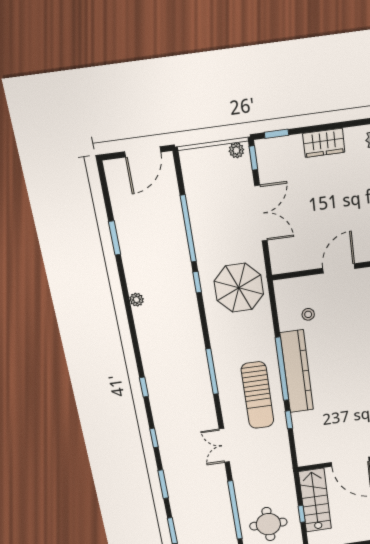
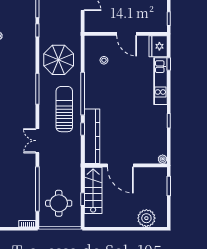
door: (339, 268) -> (127, 34), swing flipped
parasol: (239, 288) -> (59, 60), moved
kitchen counter: (297, 372) -> (92, 136), moved
sun lounger: (257, 395) -> (64, 109), turned 180

